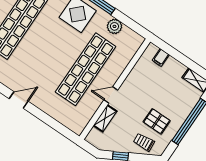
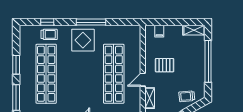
plant: (114, 26) -> (114, 31), removed
pallet: (157, 121) -> (165, 65), moved

